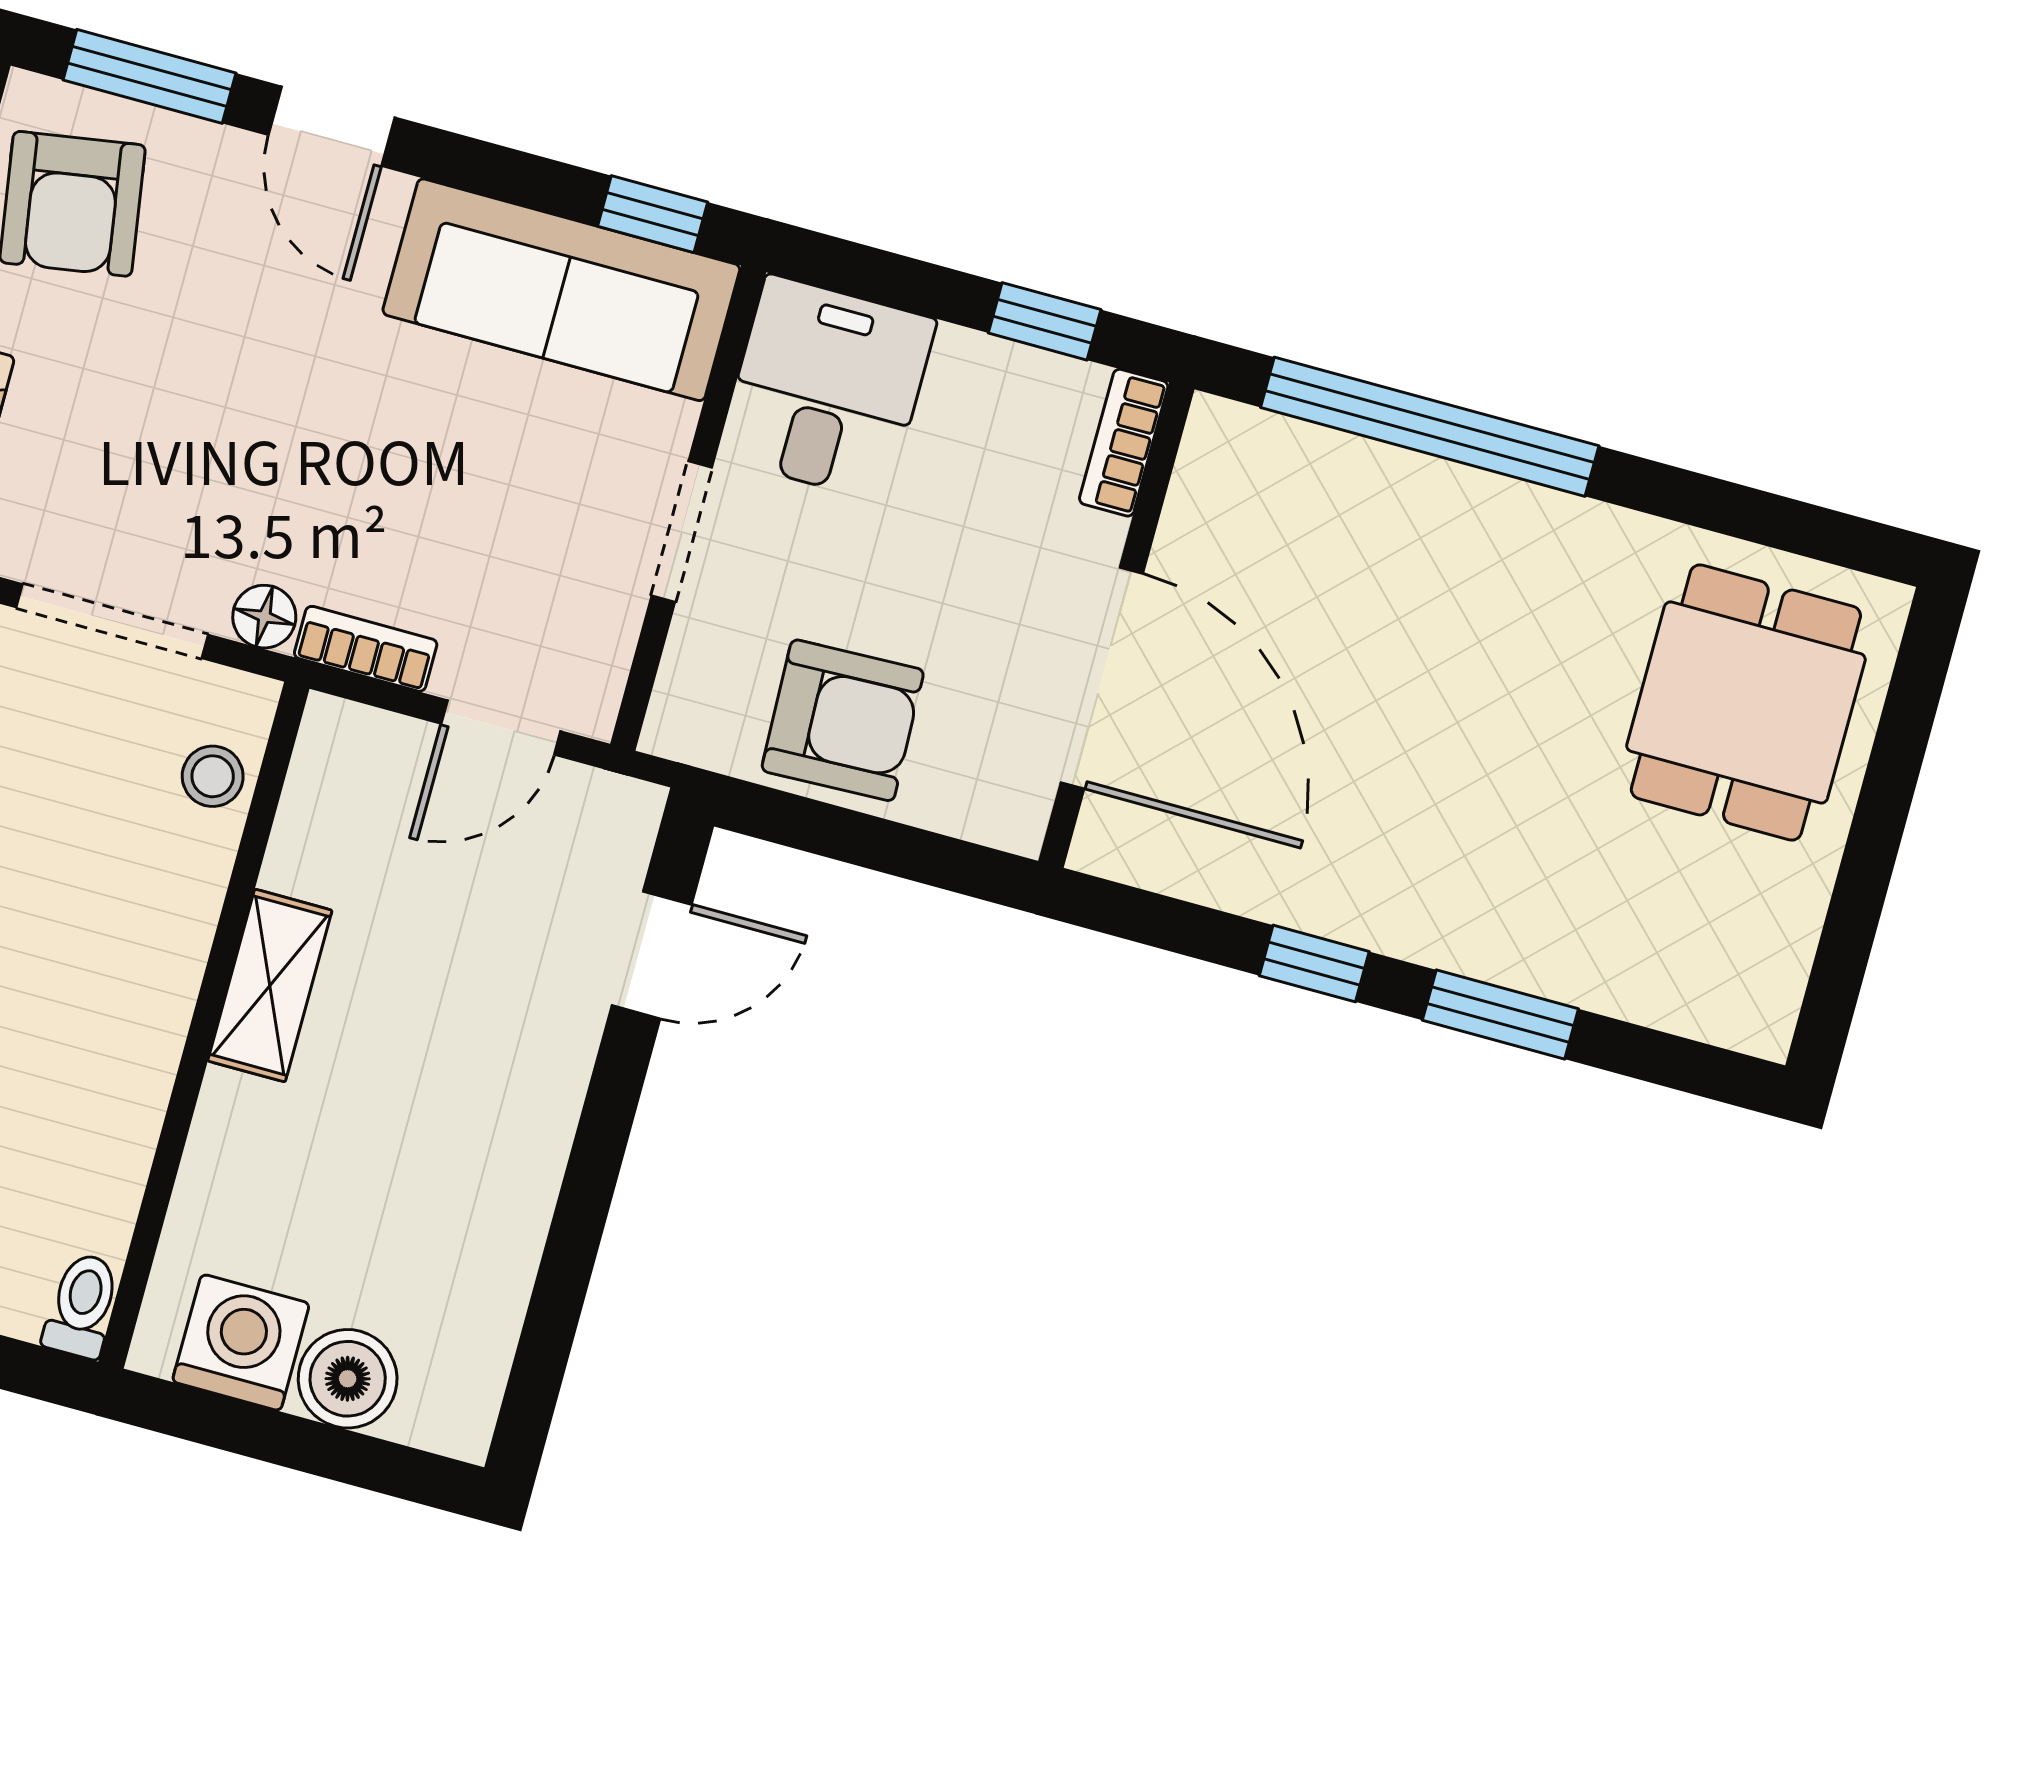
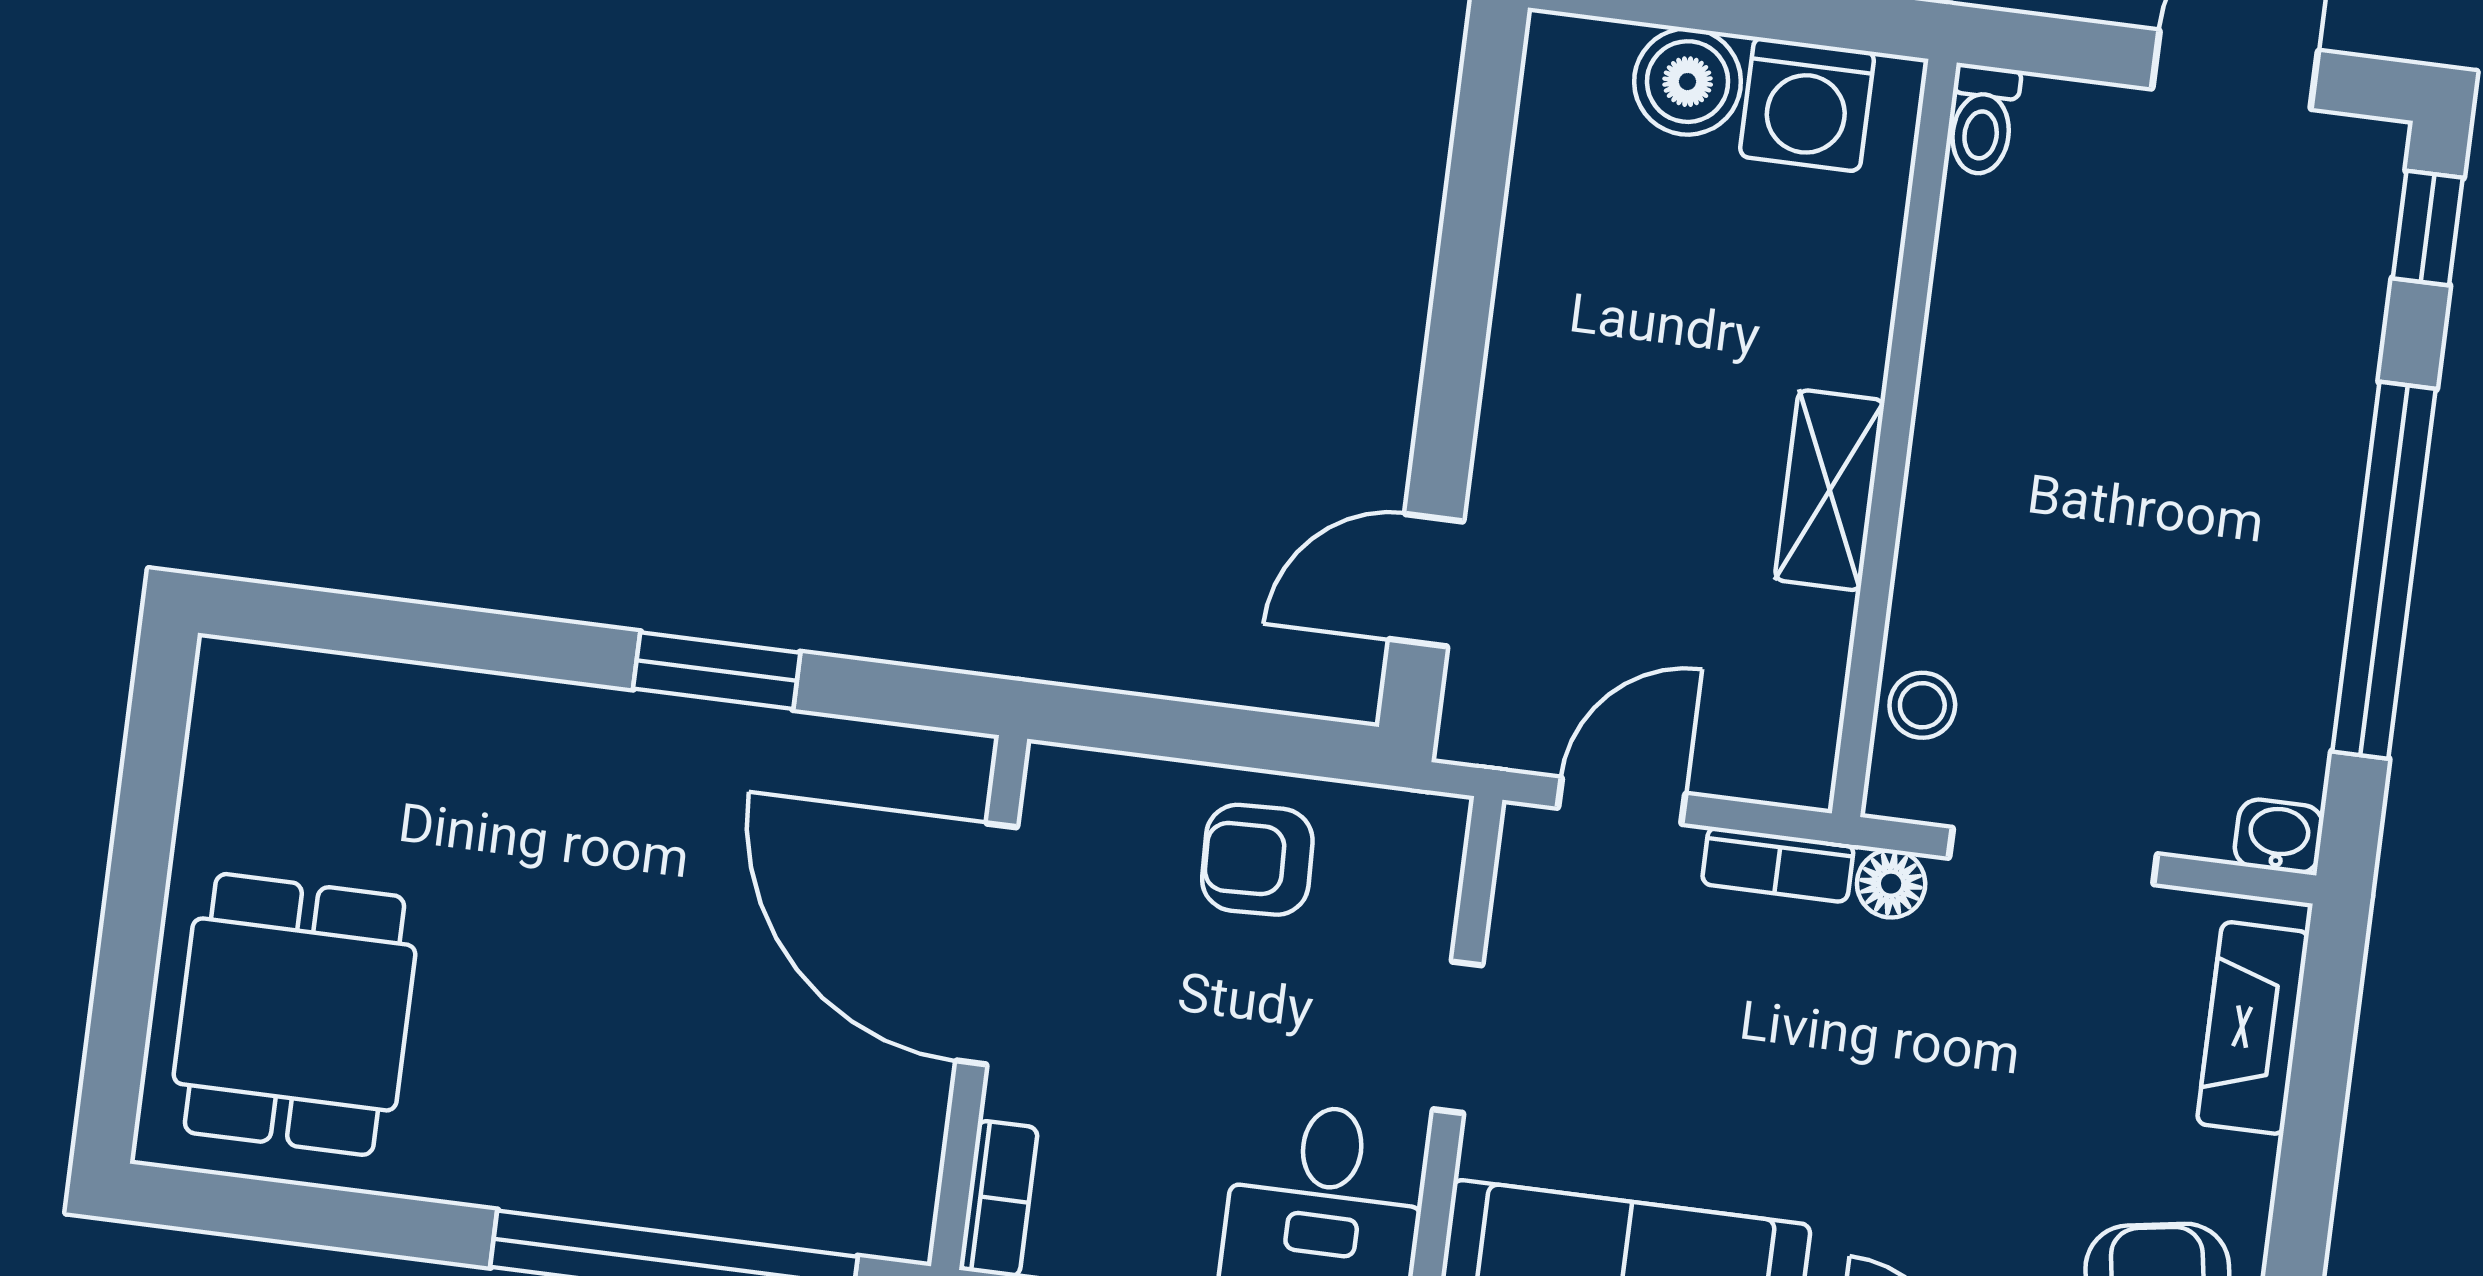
armchair: (843, 720) -> (1257, 860), width x0.72, depth x0.72
window: (1314, 964) -> (717, 671), width x1.50
window: (1500, 1014) -> (510, 644), removed

